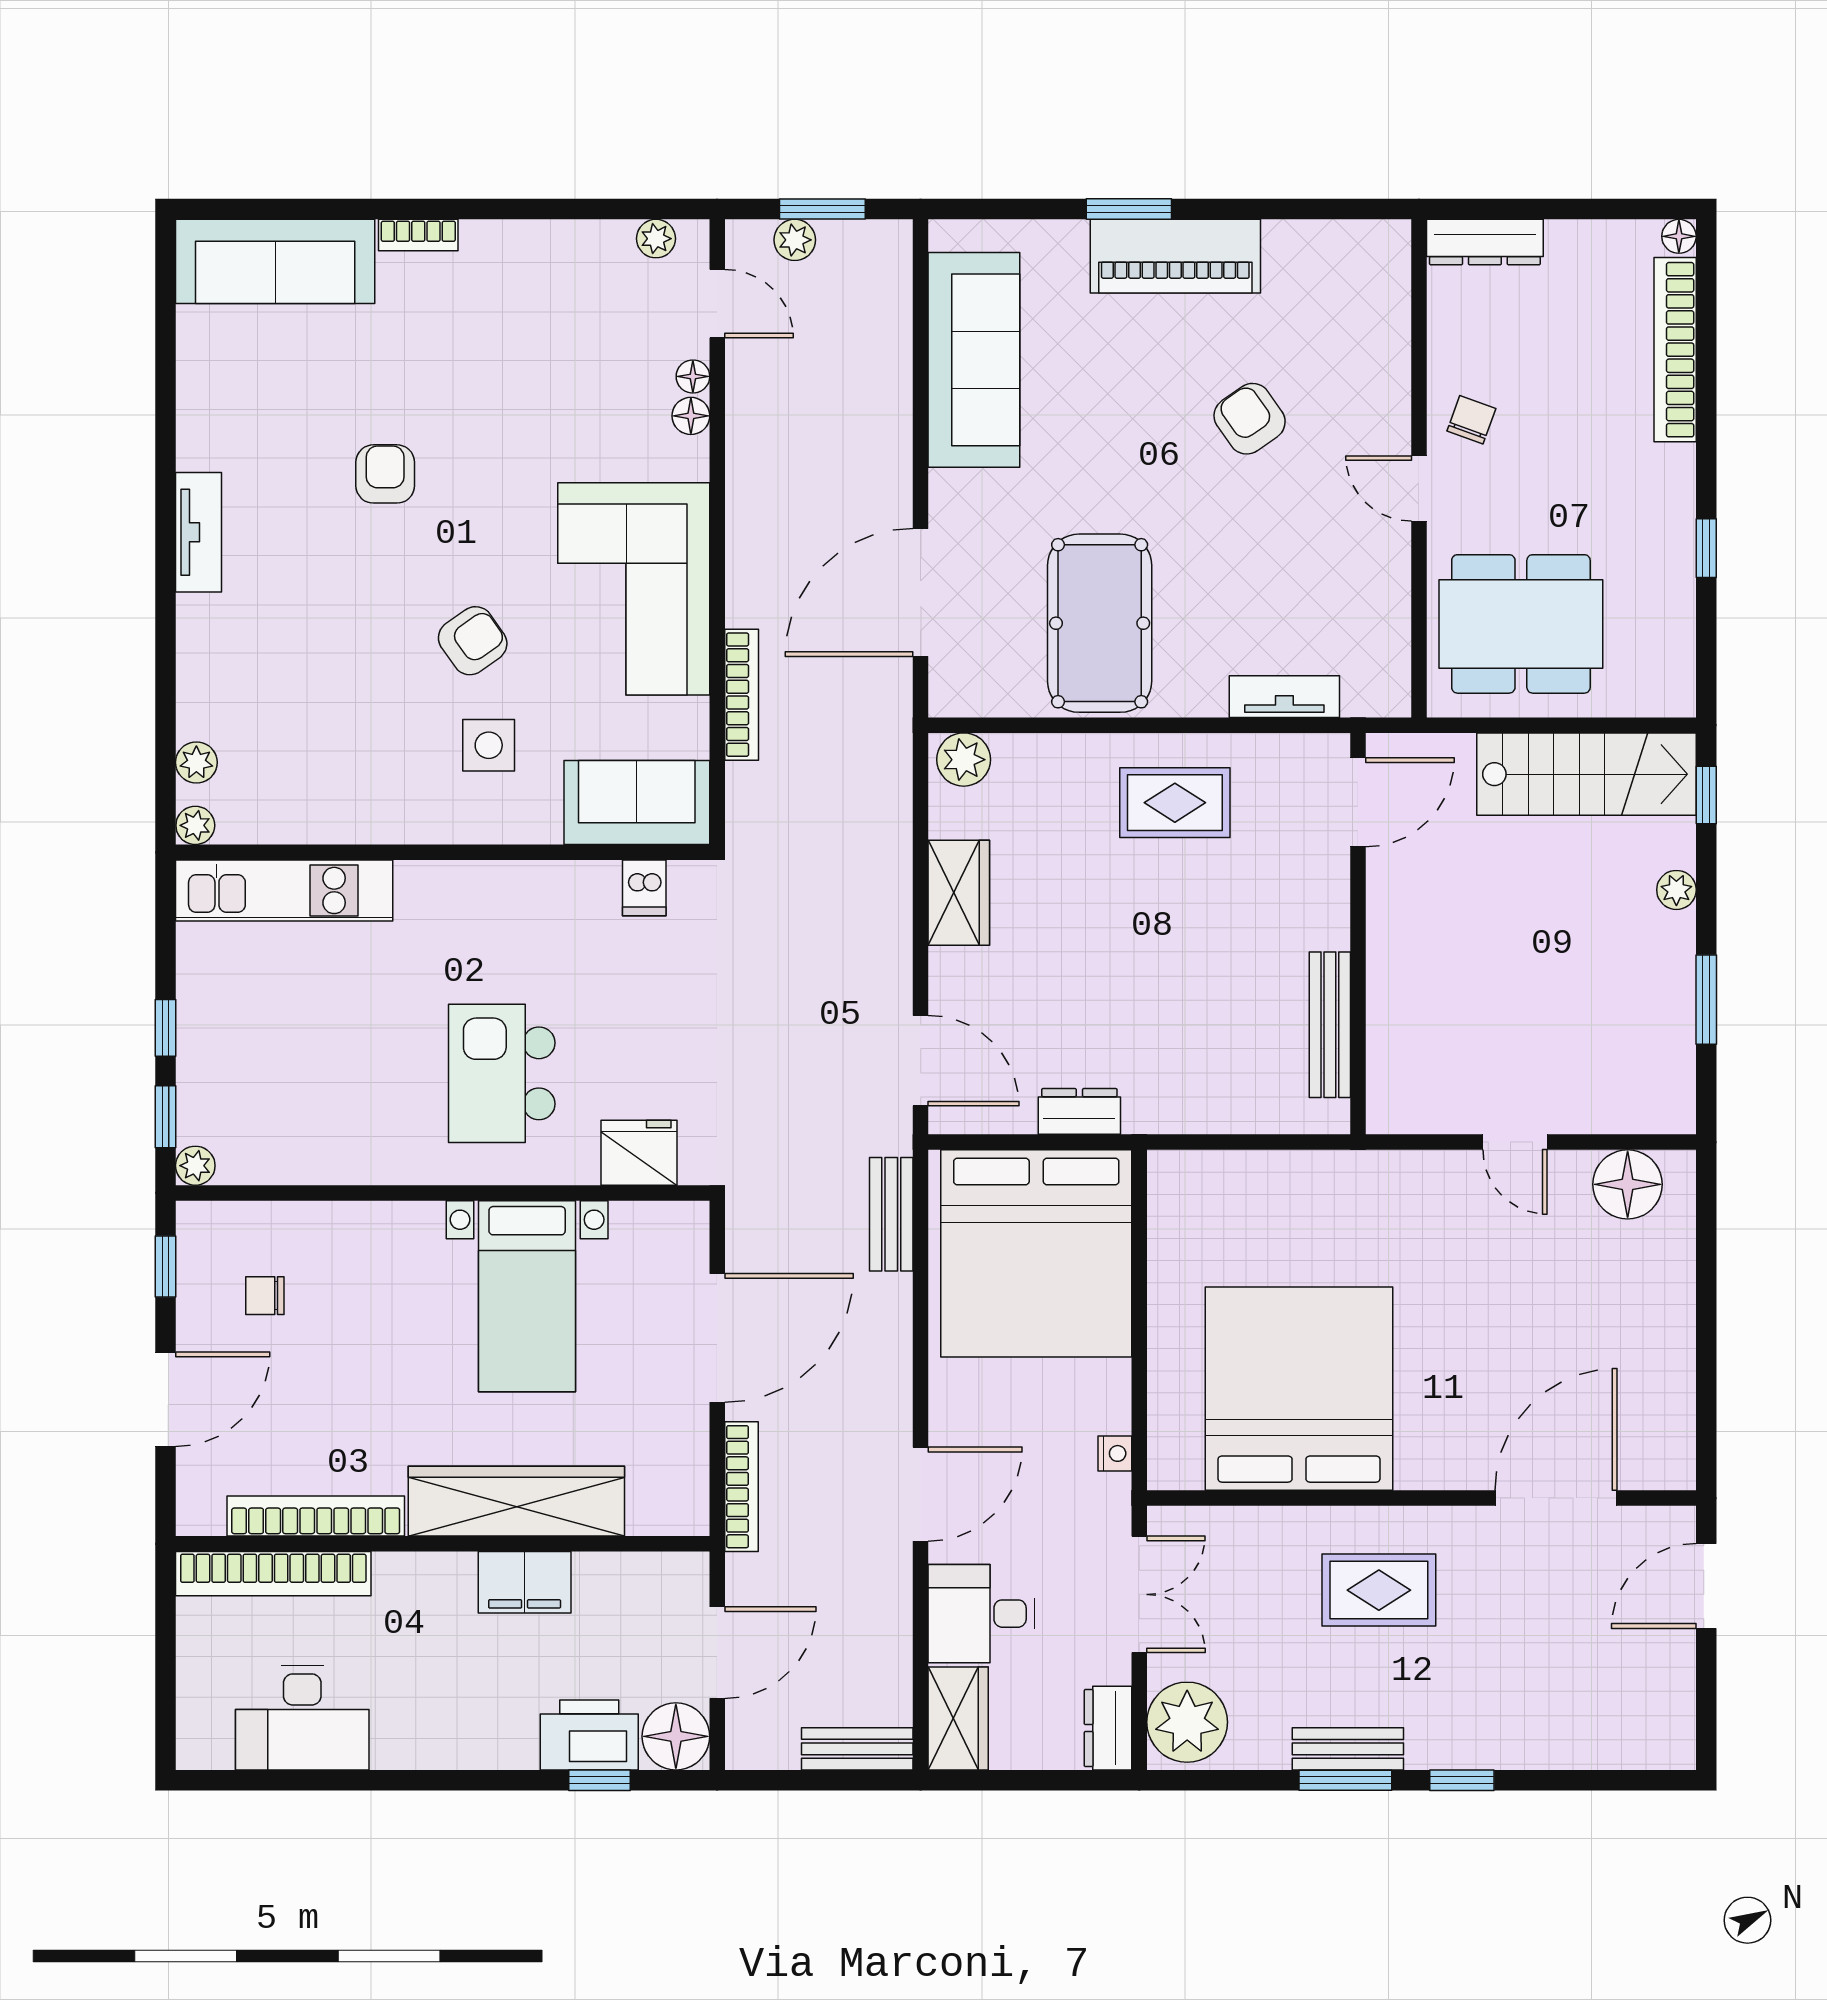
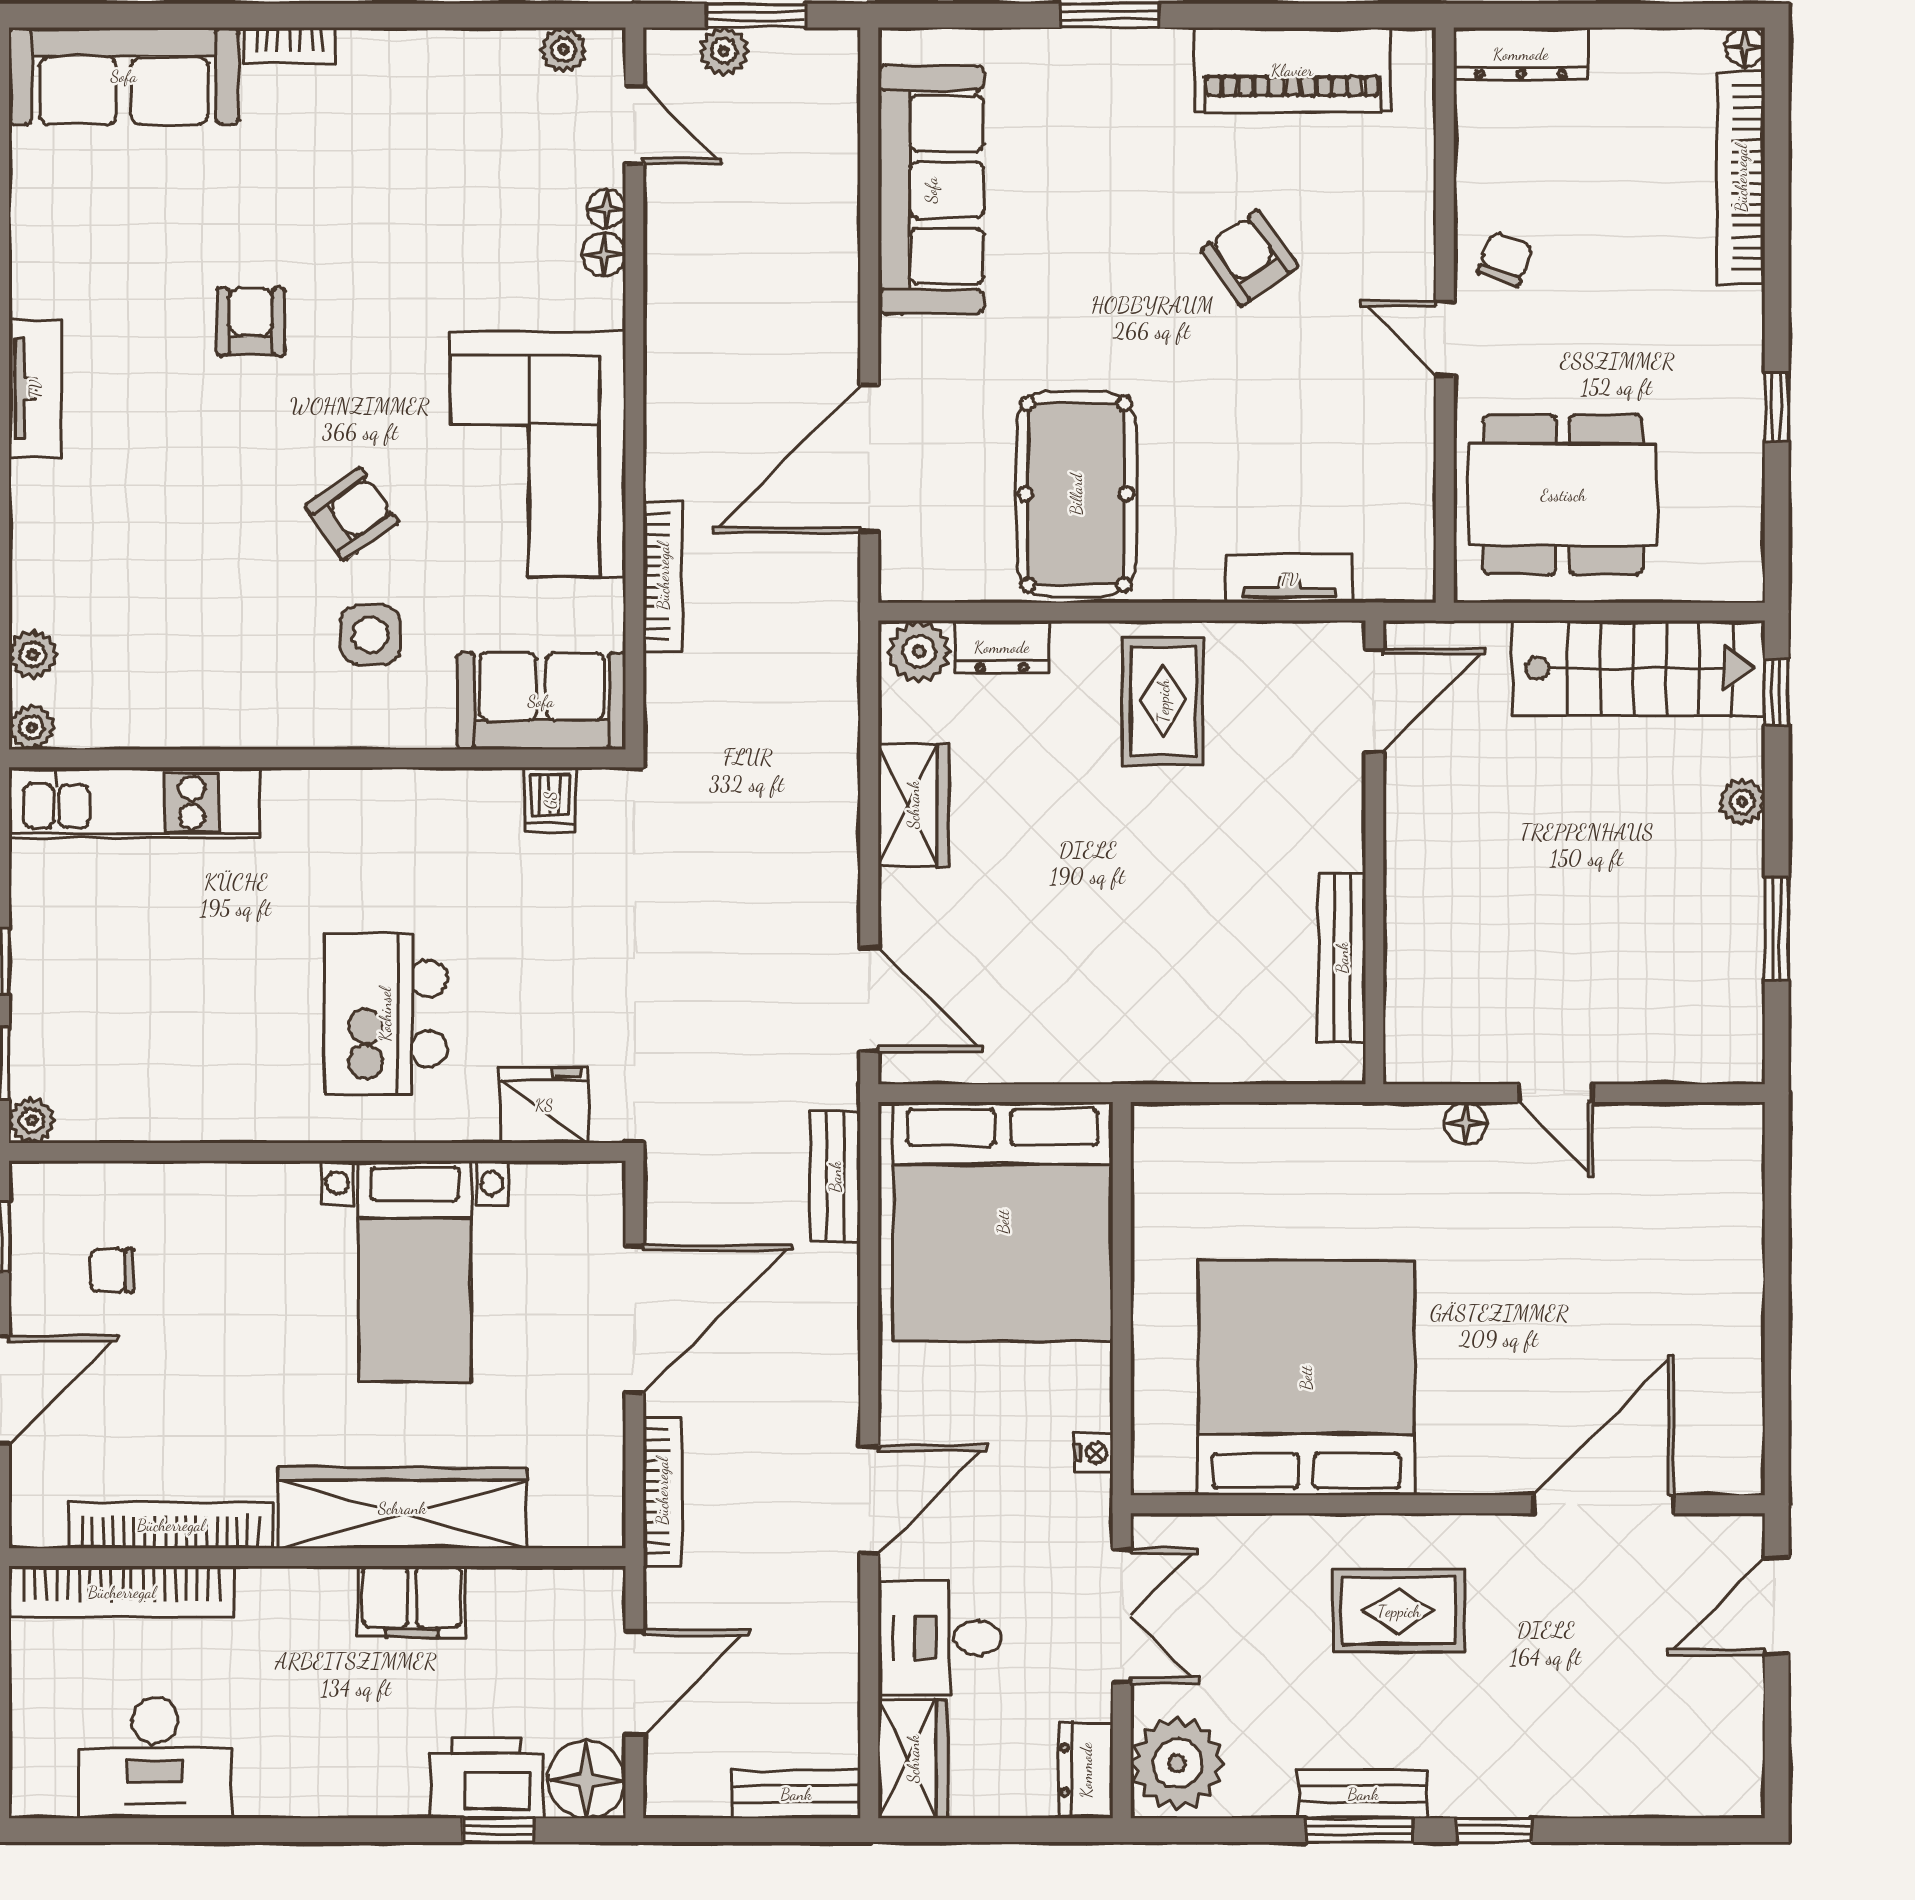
piano: (1175, 256) -> (1292, 70), moved
rug: (1175, 803) -> (1163, 701), turned 90
dresser: (1079, 1111) -> (1002, 647), moved, turned 180
floor lamp: (1628, 1184) -> (1465, 1123), moved, width x0.53, depth x0.53

